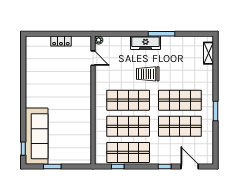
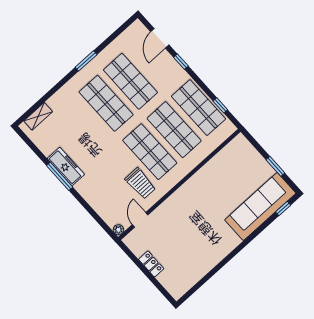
freezer: (146, 43) -> (66, 166), moved
trolley: (148, 74) -> (140, 183), moved

